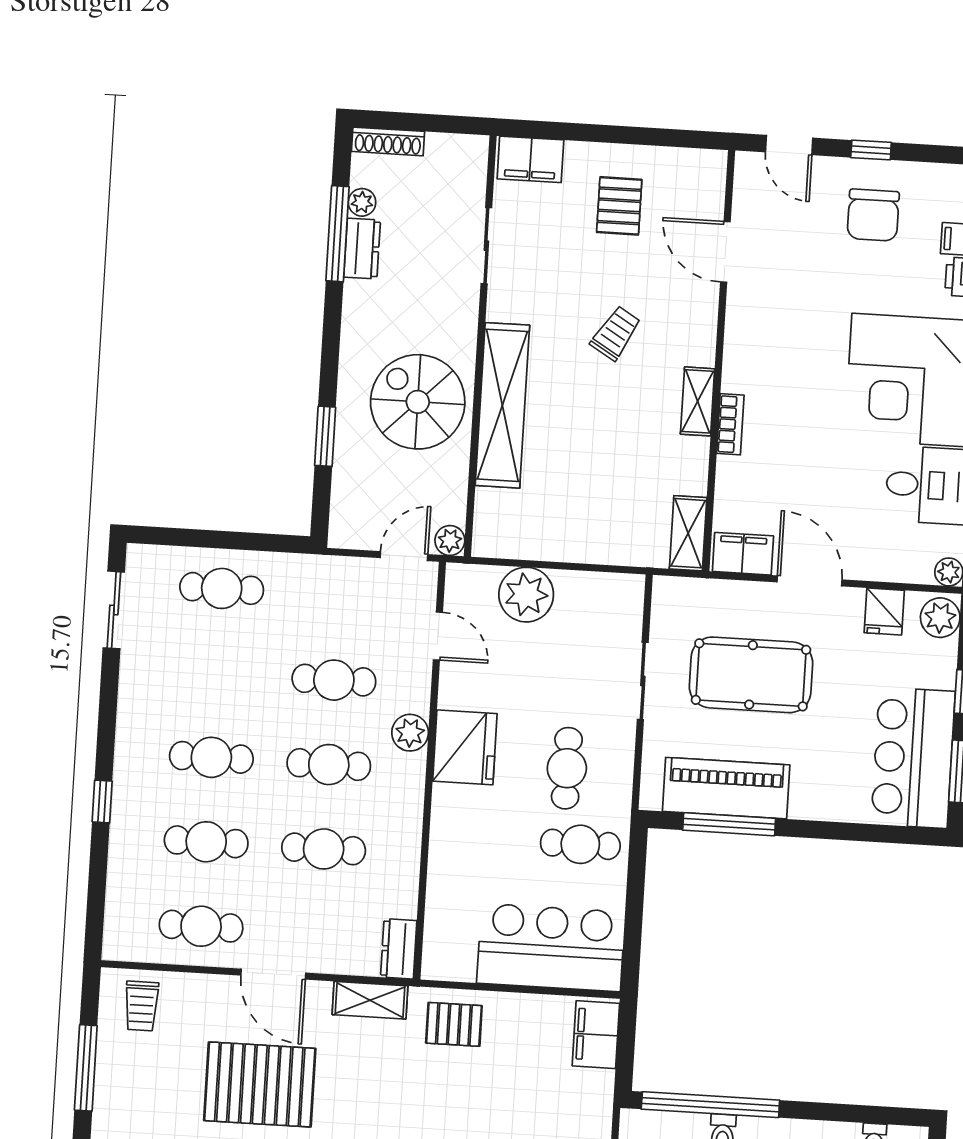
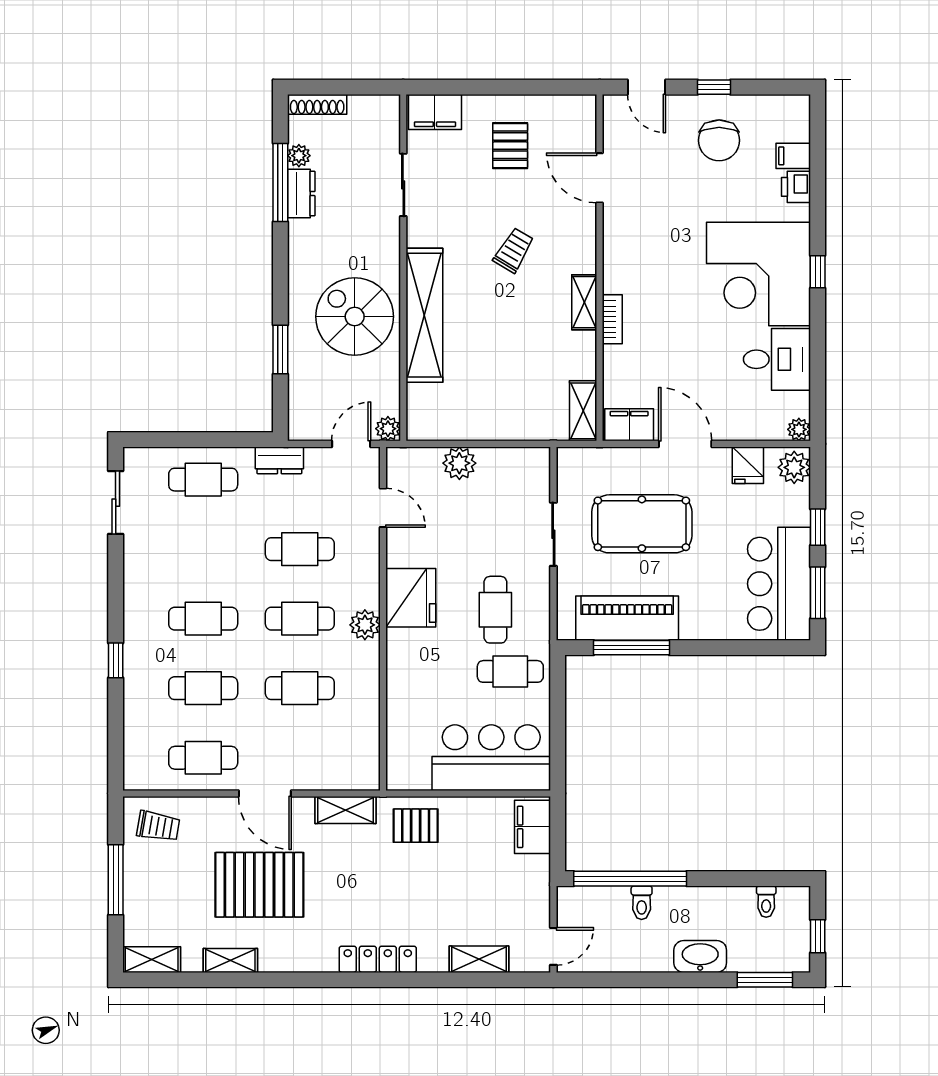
plant: (526, 595) -> (459, 463), width x0.73, depth x0.73
plant: (410, 733) -> (365, 625), moved
dresser: (399, 949) -> (279, 460), moved, turned -90
trolley: (141, 1006) -> (158, 826), turned -80

